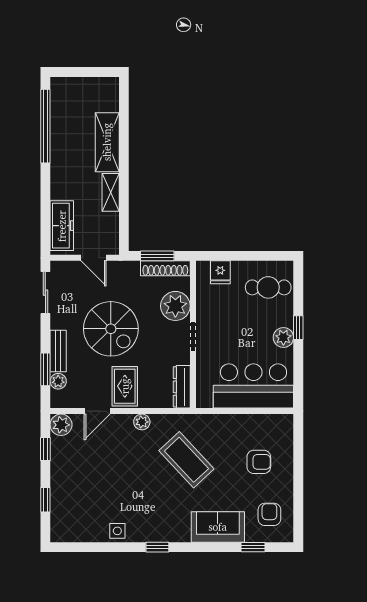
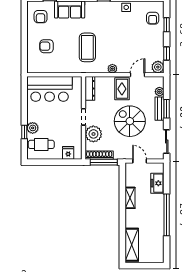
window: (45, 126) -> (167, 215), moved
shelving: (107, 142) -> (132, 245), moved
freezer: (62, 226) -> (157, 183), width x0.71
window: (157, 256) -> (104, 162), width x1.44
window: (298, 328) -> (24, 132), moved
plant: (283, 337) -> (33, 128), moved
window: (45, 369) -> (167, 109), moved
coffee table: (186, 460) -> (87, 47), turned 43
armchair: (70, 512) -> (153, 18), added

